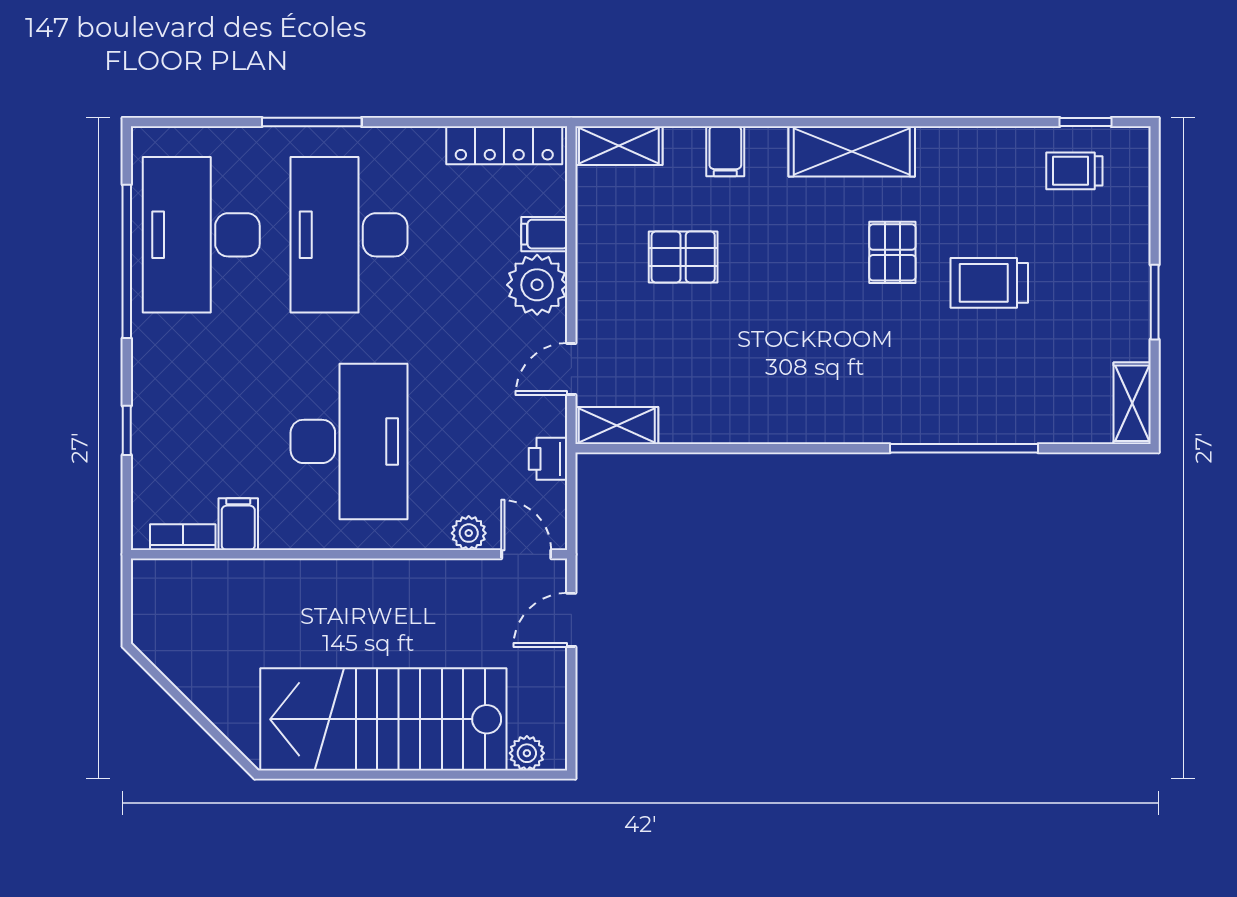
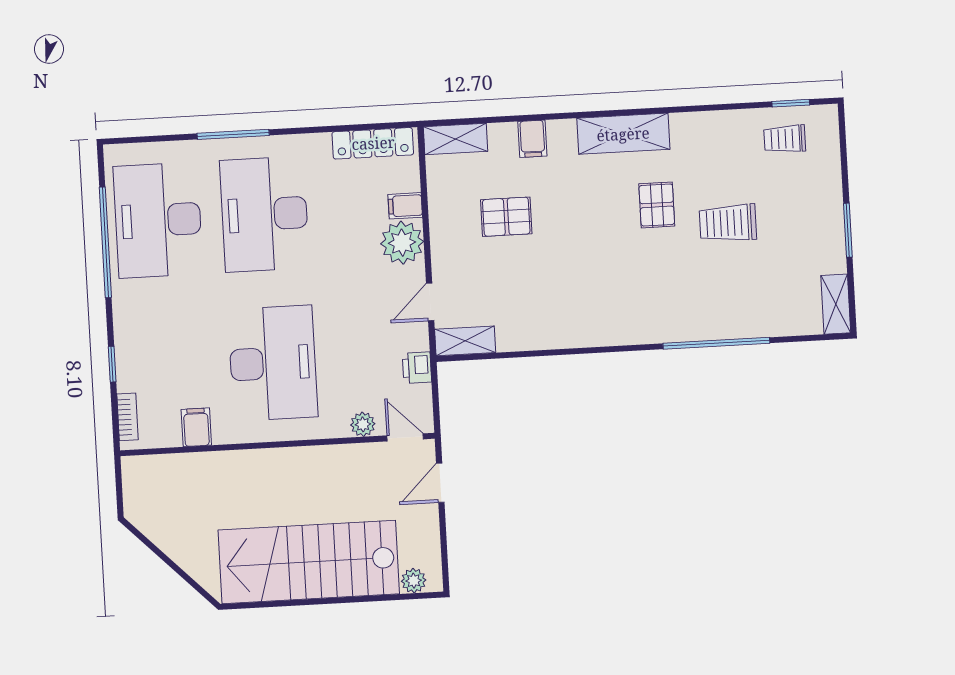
bookcase: (183, 537) -> (127, 417), moved, turned 90

